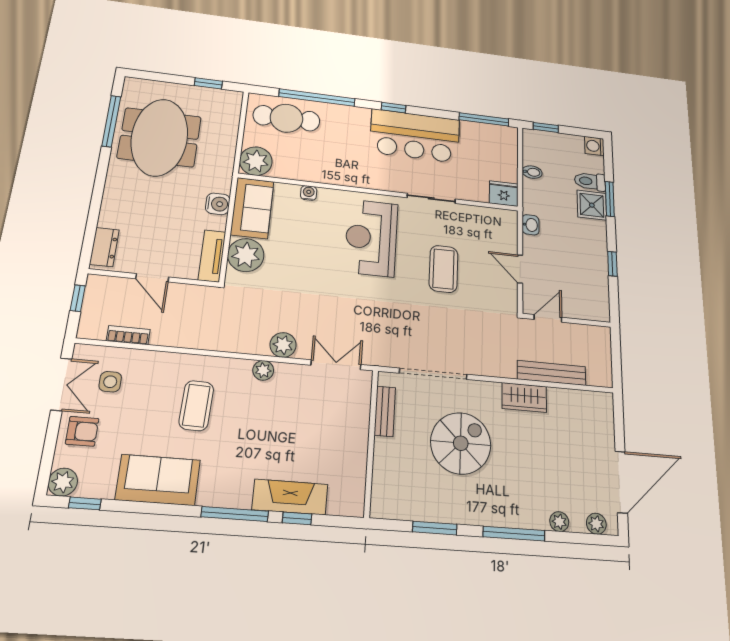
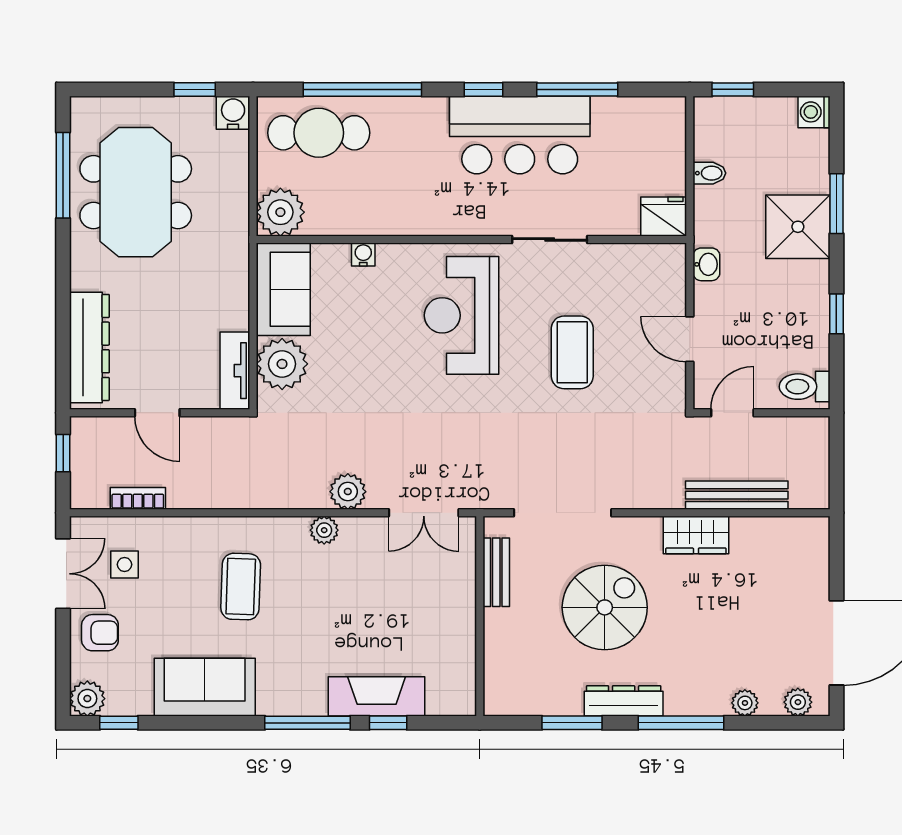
window: (484, 119) -> (577, 89), moved
toilet: (590, 181) -> (805, 387), moved
water cooler: (218, 204) -> (233, 113), moved, turned -90
shower: (592, 205) -> (798, 227), width x1.36, depth x1.36
dresser: (104, 247) -> (89, 347), width x1.96, depth x1.24
double door: (336, 365) -> (424, 513), swing flipped
dresser: (473, 514) -> (624, 701), added

